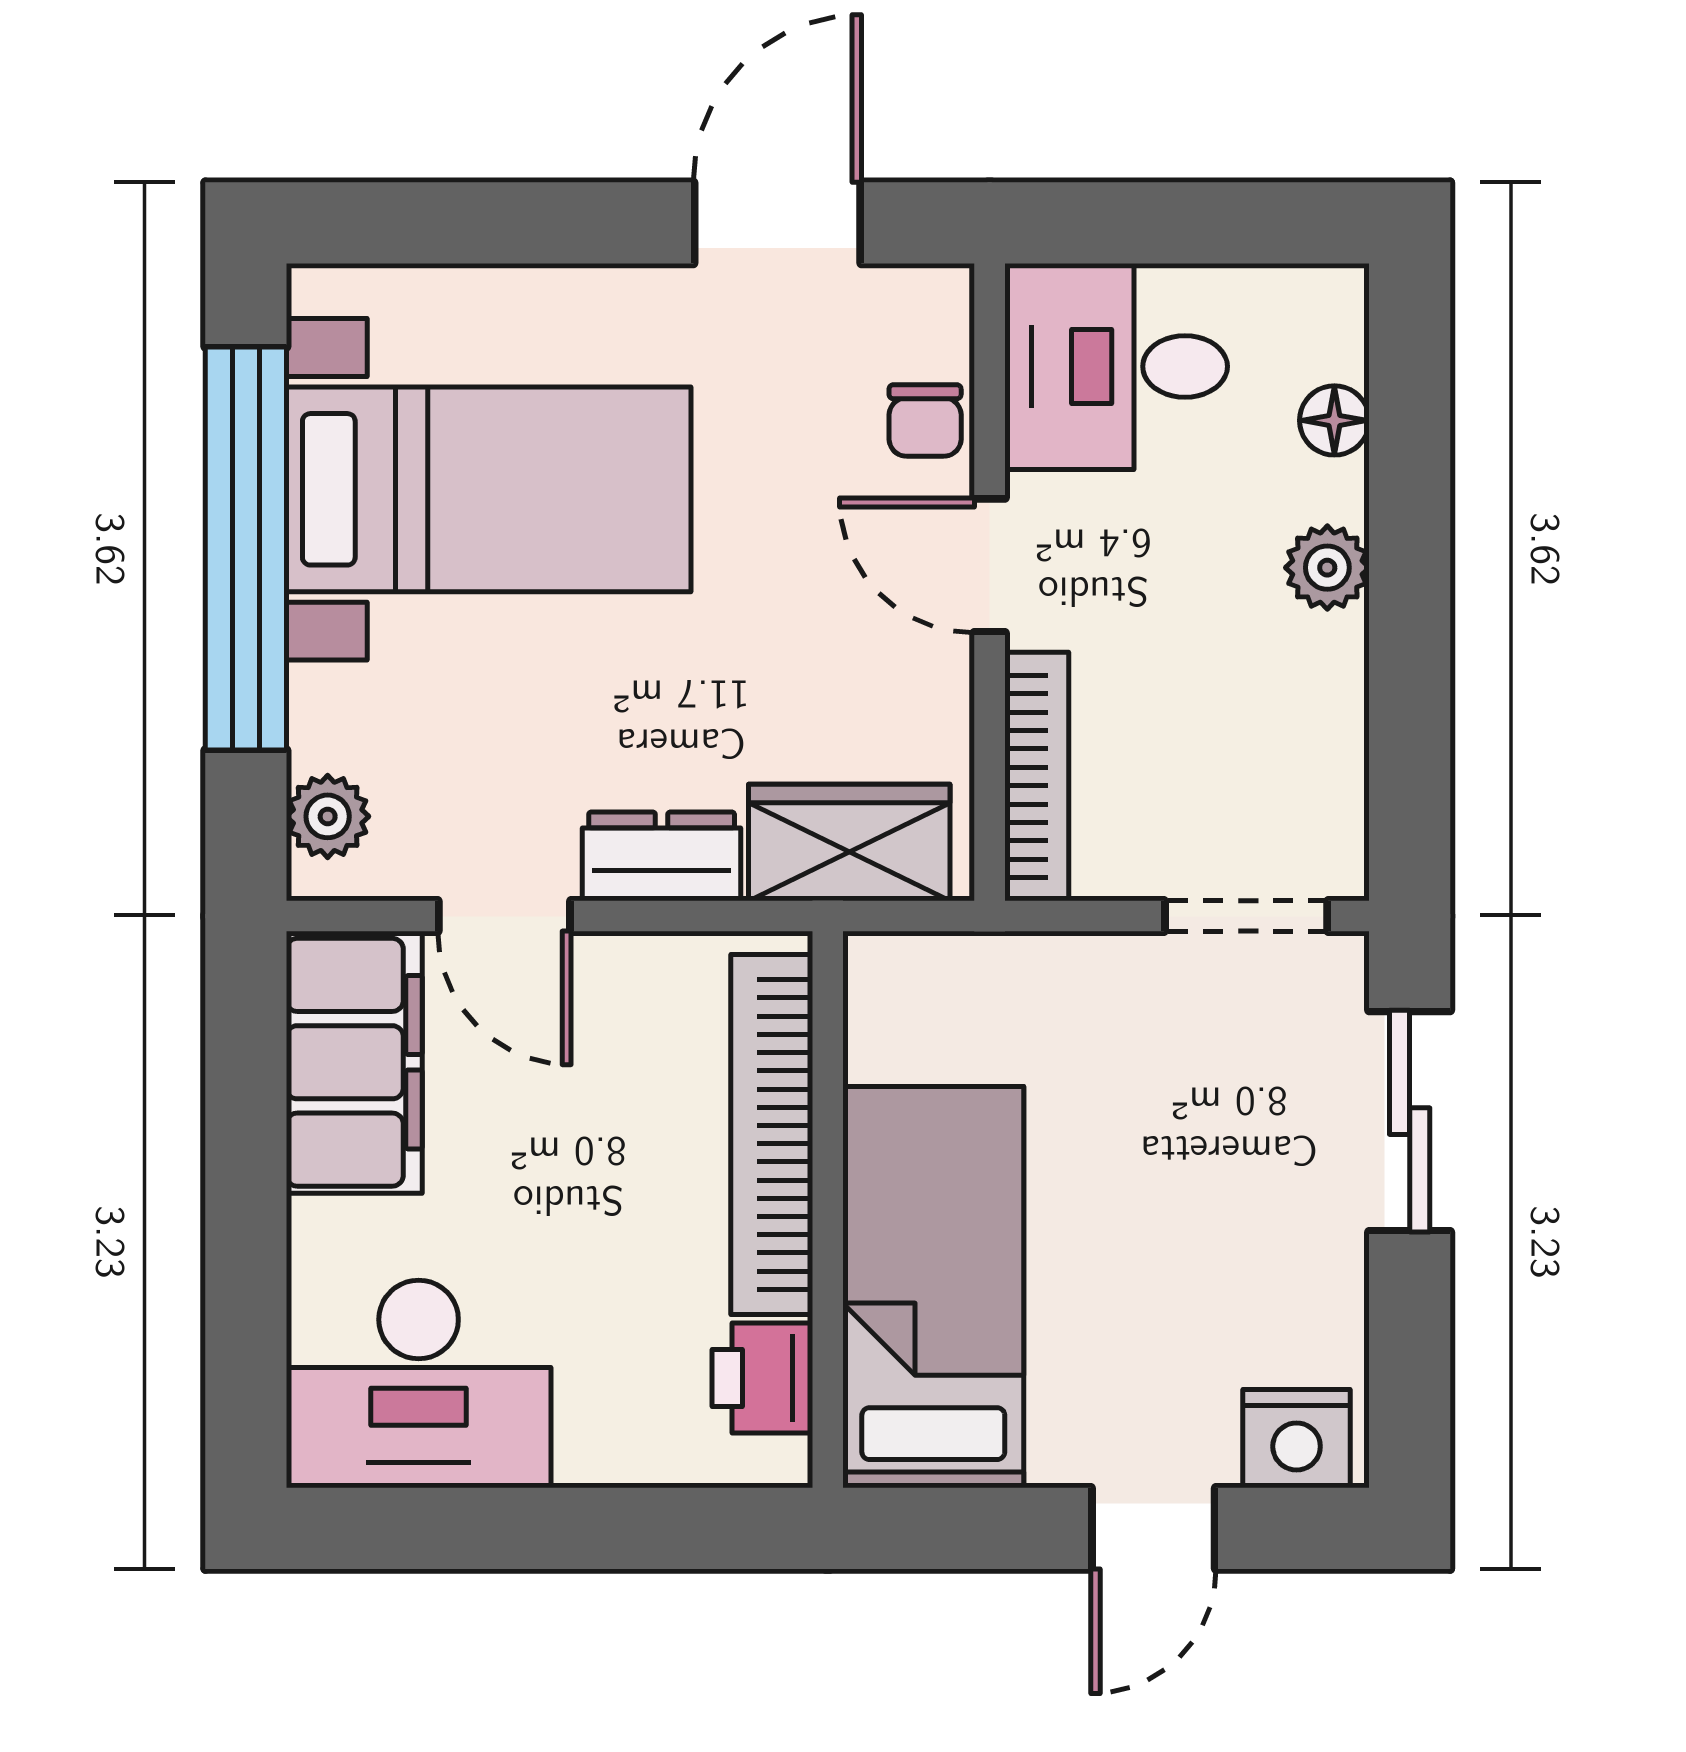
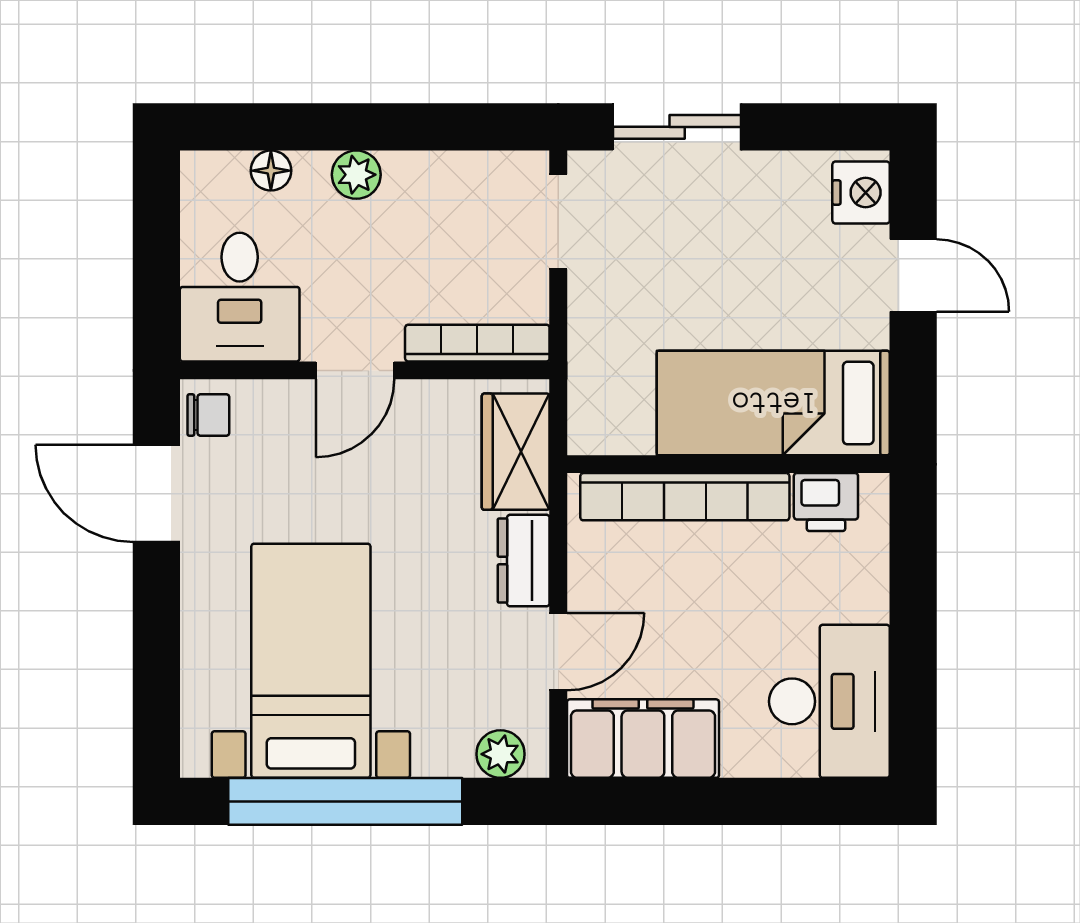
chair: (925, 421) -> (208, 415), moved

